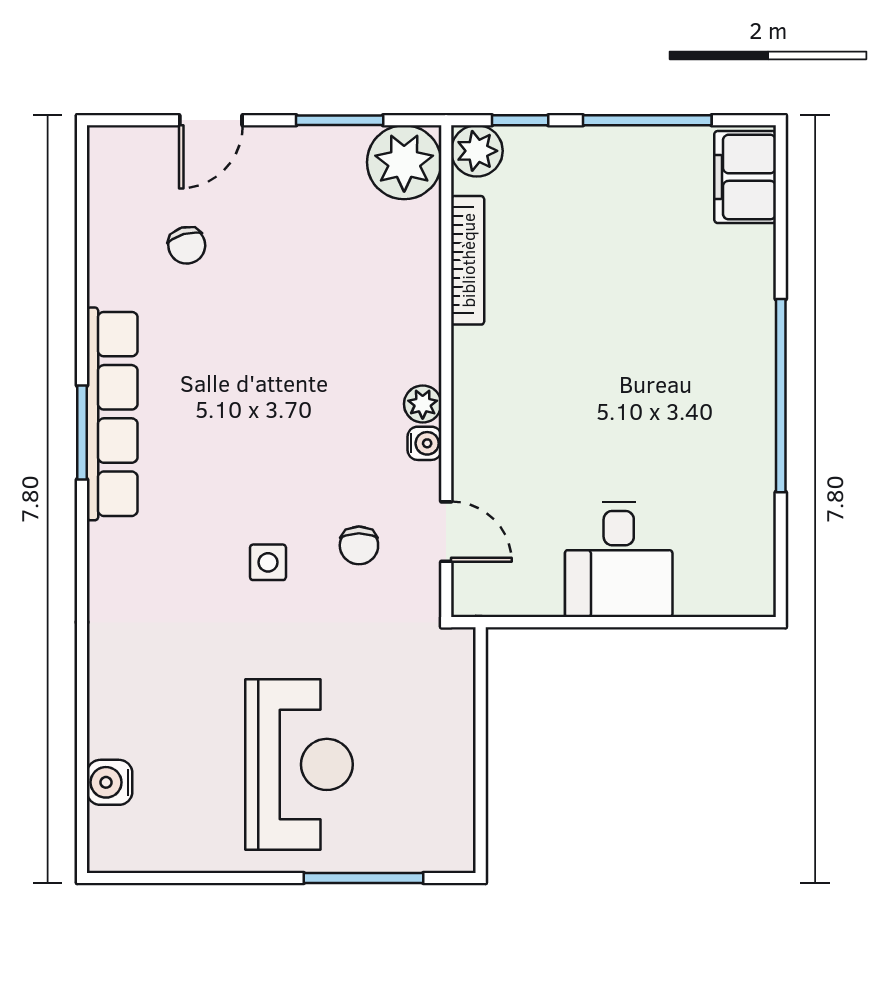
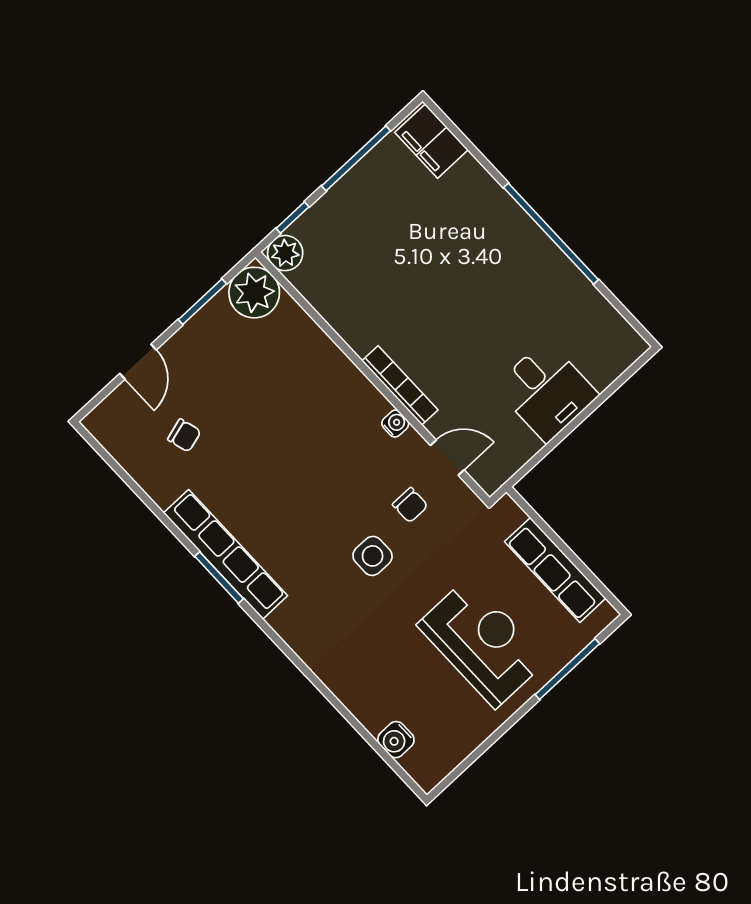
bookcase: (468, 260) -> (400, 385), moved
plant: (423, 404) -> (376, 405), removed
side table: (268, 562) -> (373, 556), width x1.37, depth x1.37
row of seats: (450, 760) -> (555, 570), added

